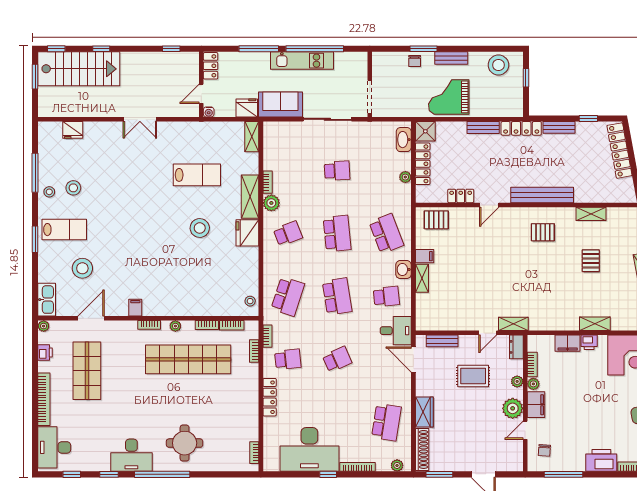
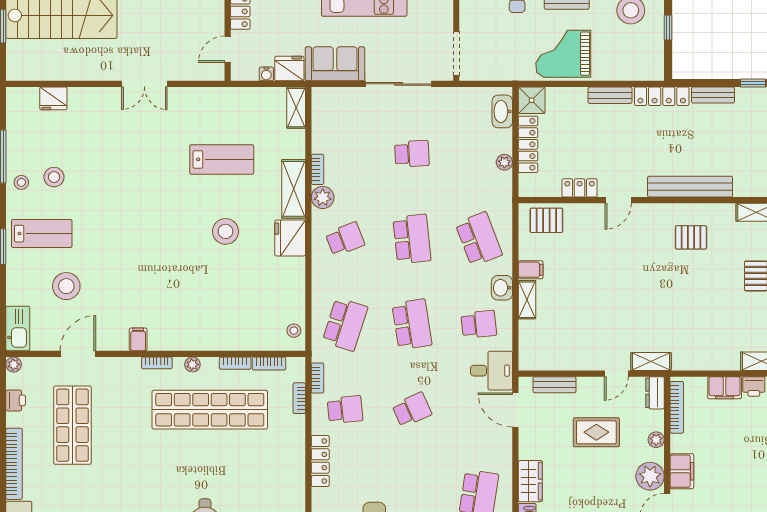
water cooler: (209, 112) -> (266, 74), moved
bookcase: (532, 365) -> (677, 407), width x1.56
plant: (533, 384) -> (678, 443), removed

